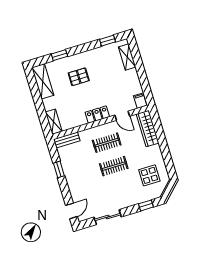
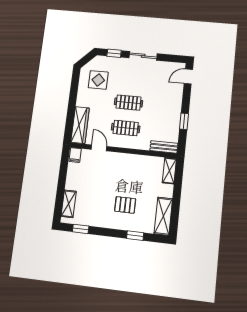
locker: (97, 115) -> (123, 159), removed
sliding door: (108, 217) -> (143, 56), moved

